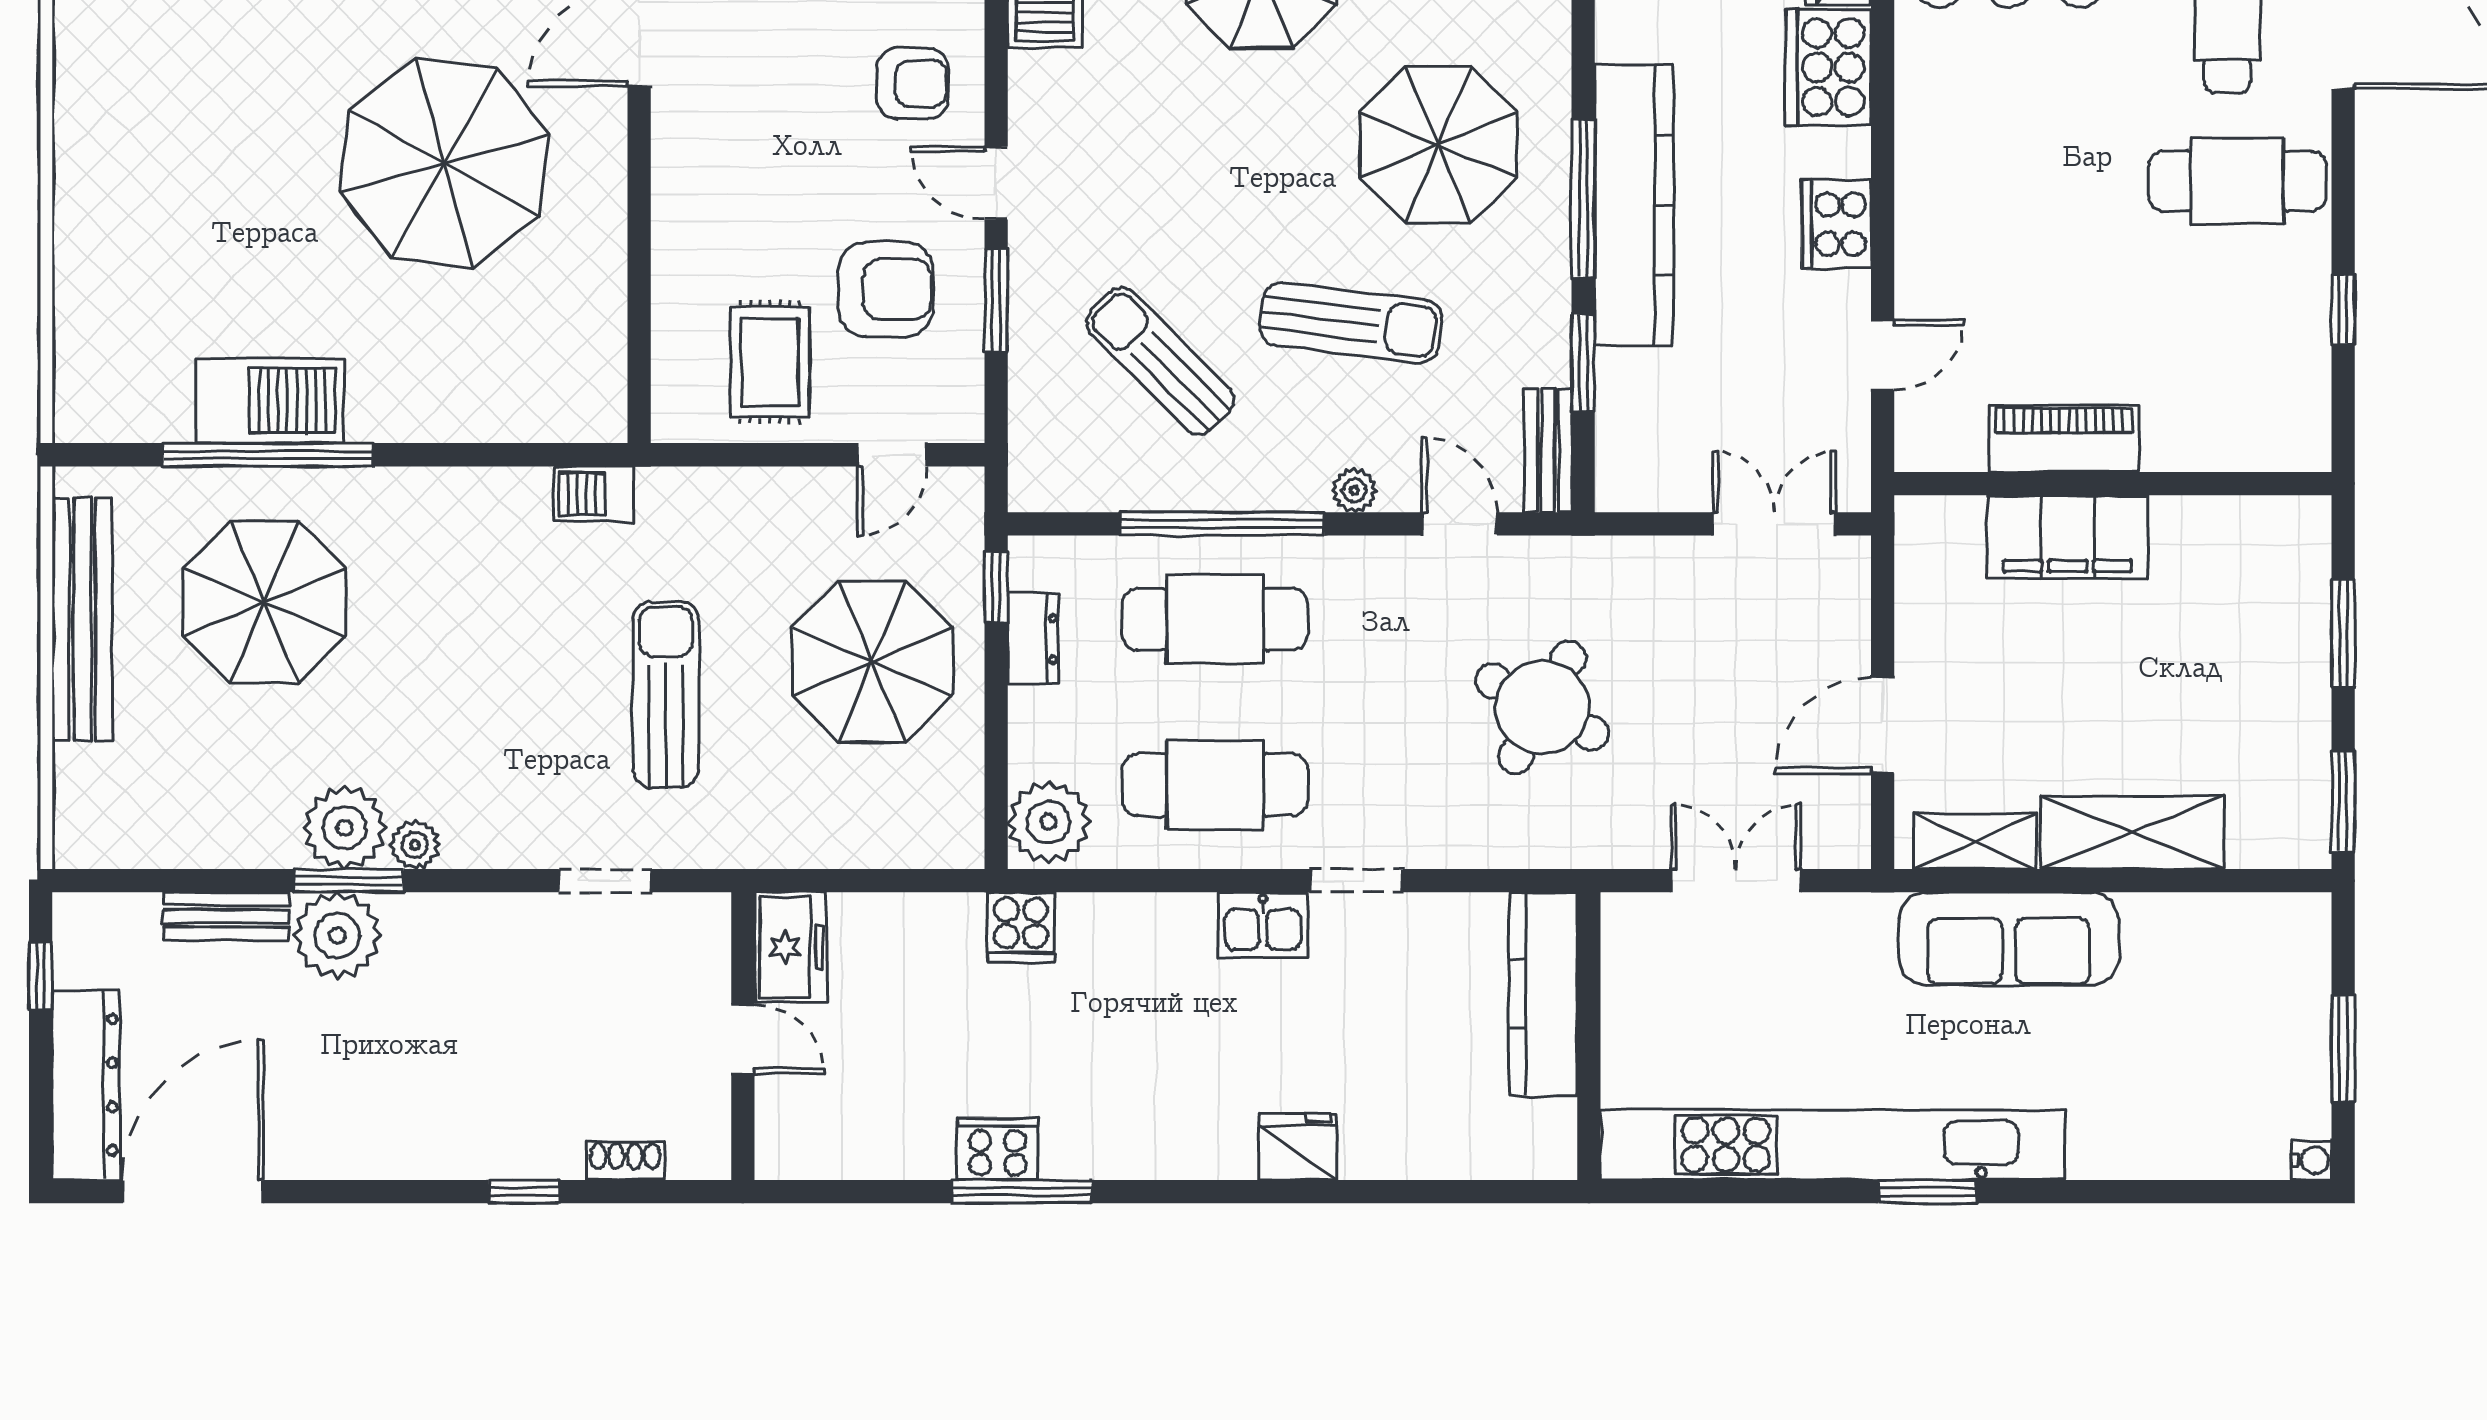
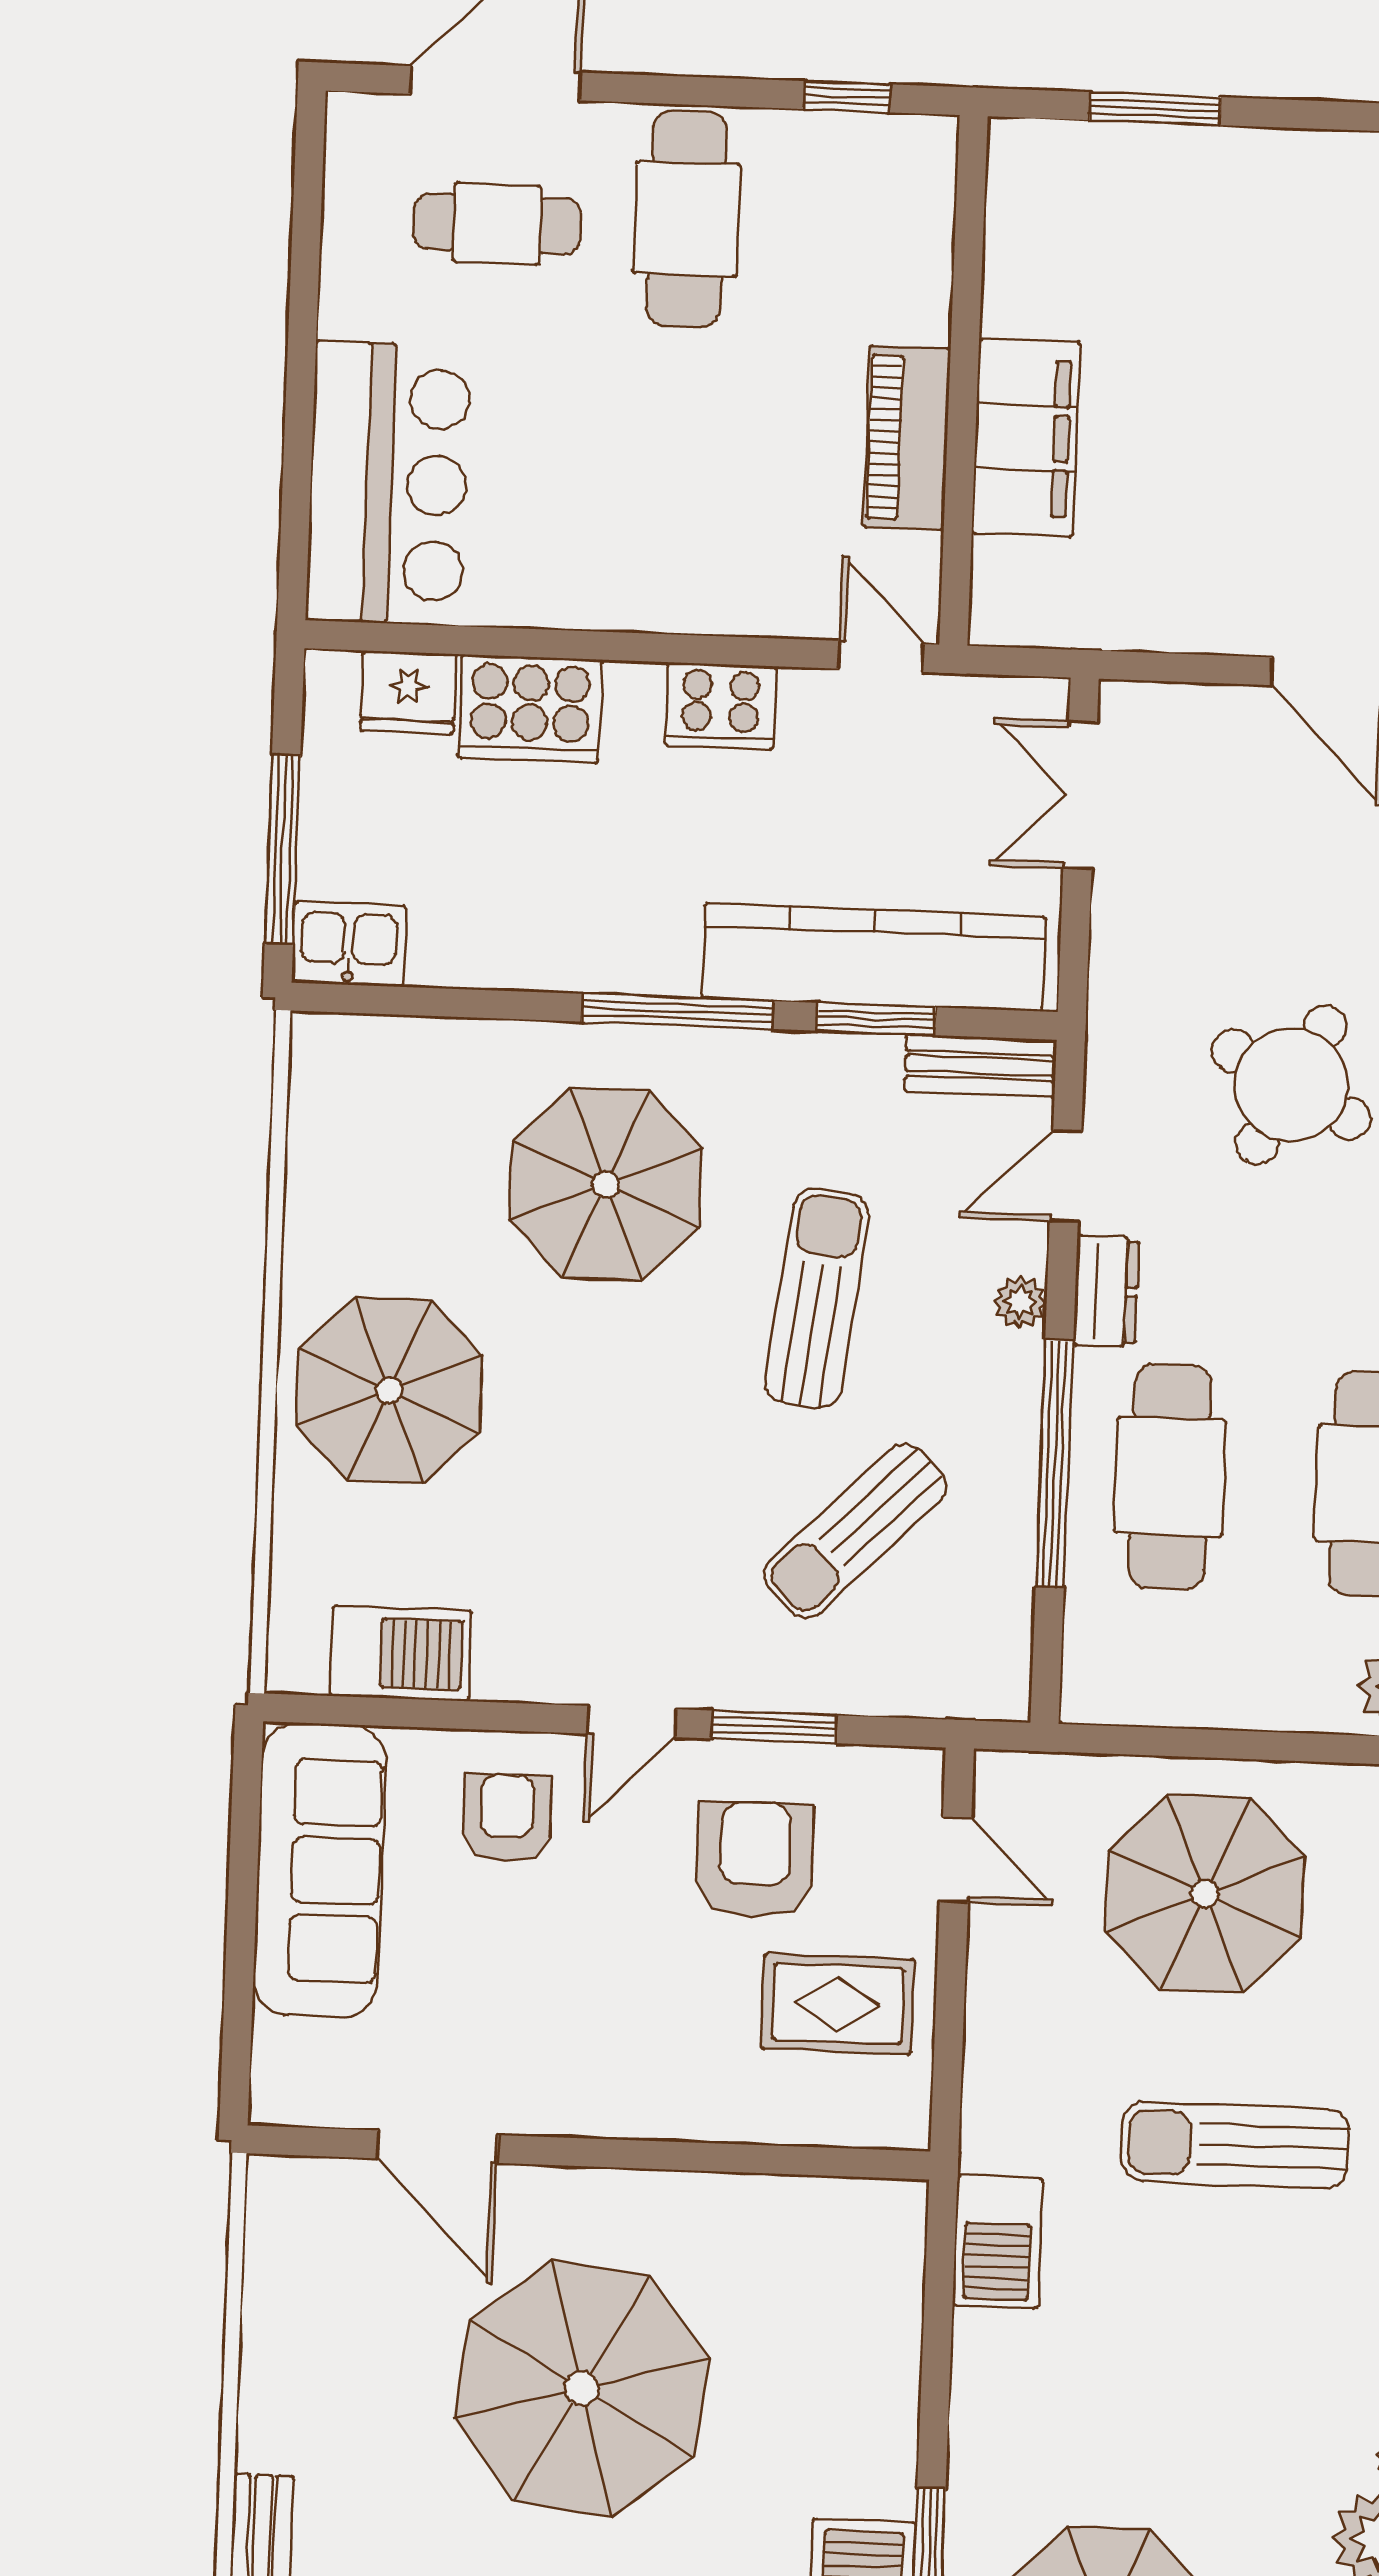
kitchen counter: (1634, 205) -> (873, 957), moved
piano: (2064, 438) -> (907, 438), moved
wall: (2113, 484) -> (964, 380), moved
barbecue: (593, 494) -> (998, 2242), width x1.38, depth x1.27
filing cabinet: (2067, 537) -> (1026, 438), moved
window: (996, 587) -> (1120, 1740), removed
window: (2343, 633) -> (1155, 109), moved
dresser: (1033, 639) -> (1106, 1291), moved, turned 90

